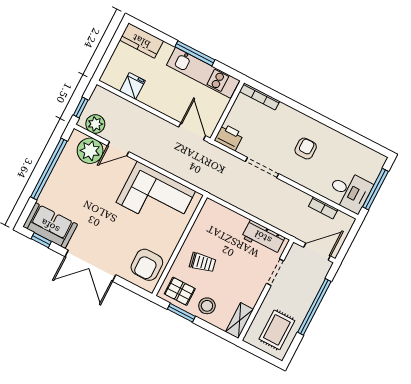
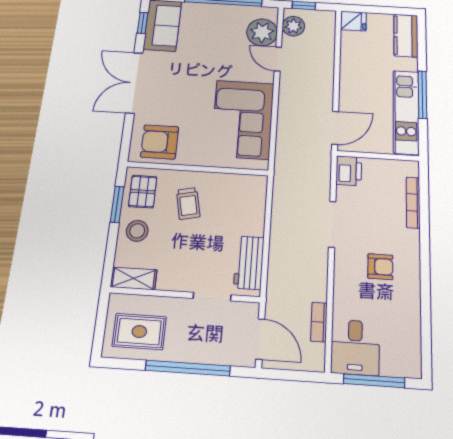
fridge: (132, 86) -> (353, 21), moved
bookcase: (260, 96) -> (413, 203), moved

